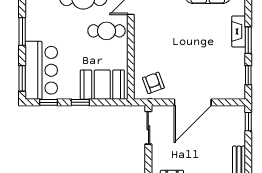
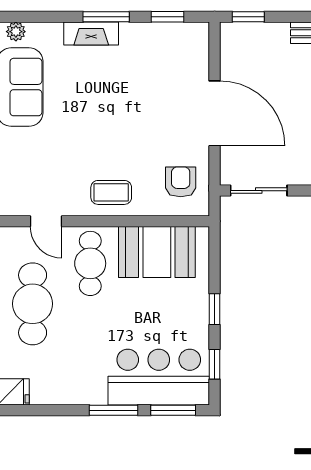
window: (22, 31) -> (113, 410), moved
coffee table: (147, 43) -> (111, 192), added
armchair: (153, 83) -> (181, 182), turned 110
booth: (102, 85) -> (157, 252), moved, turned 90

